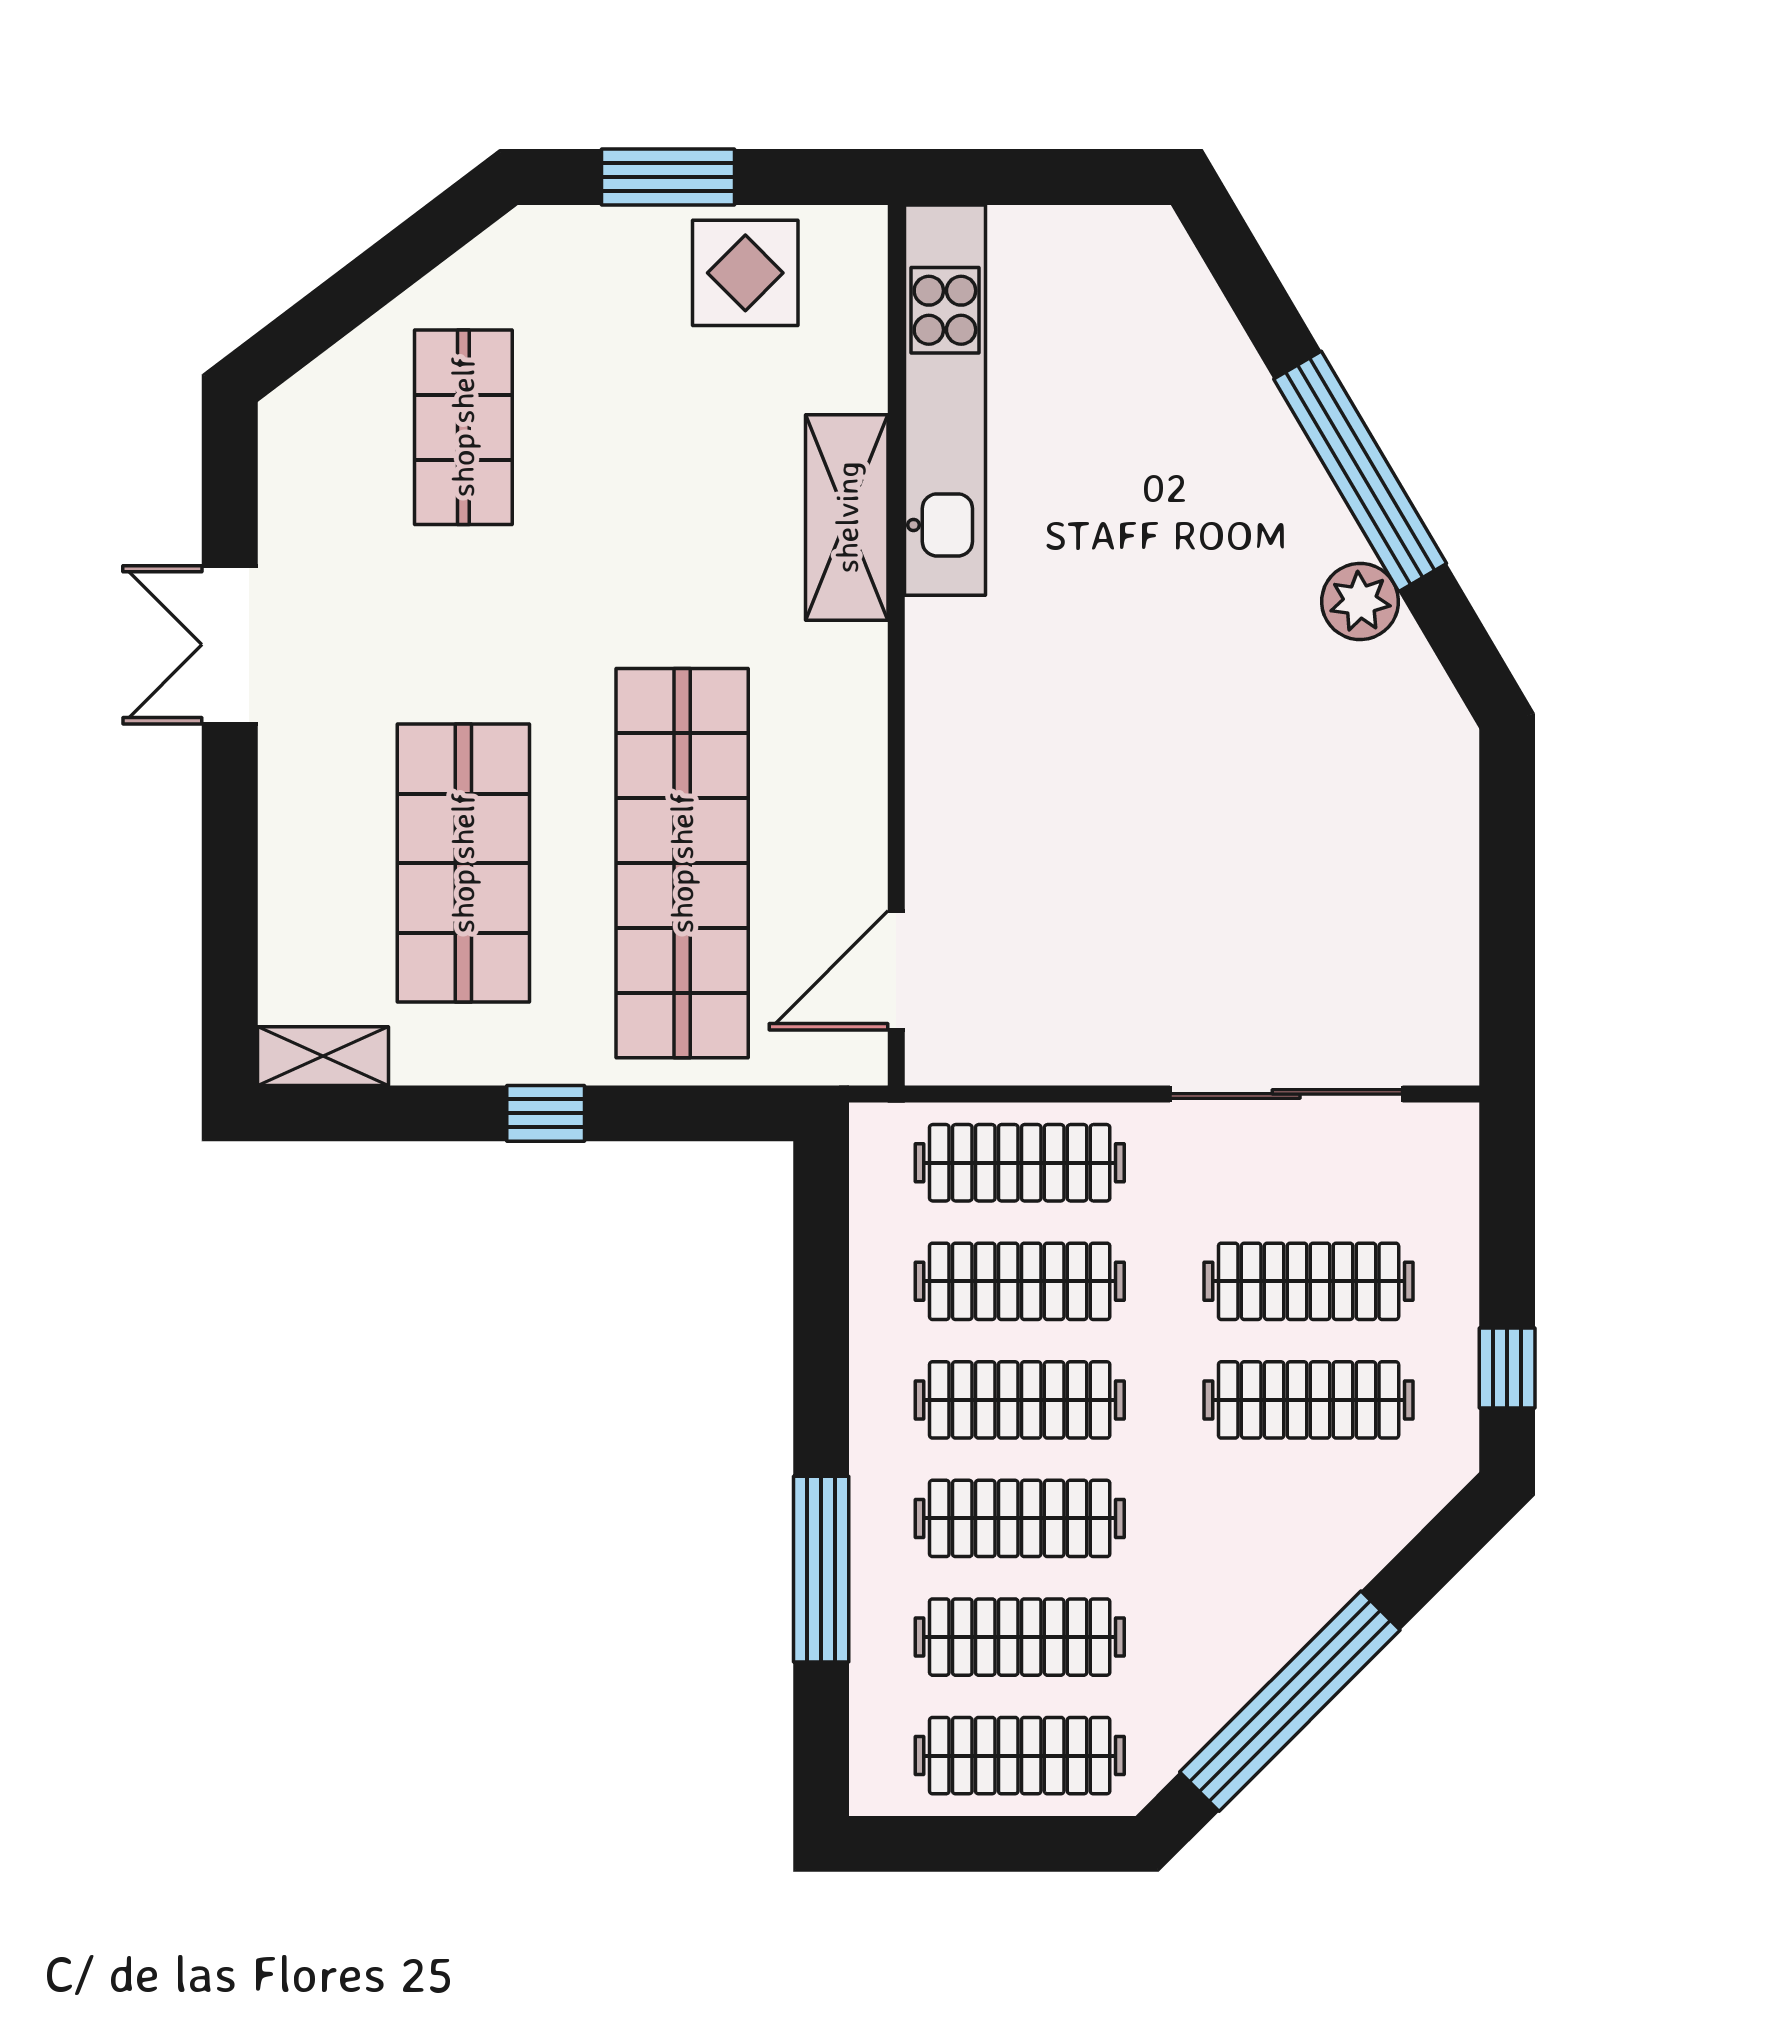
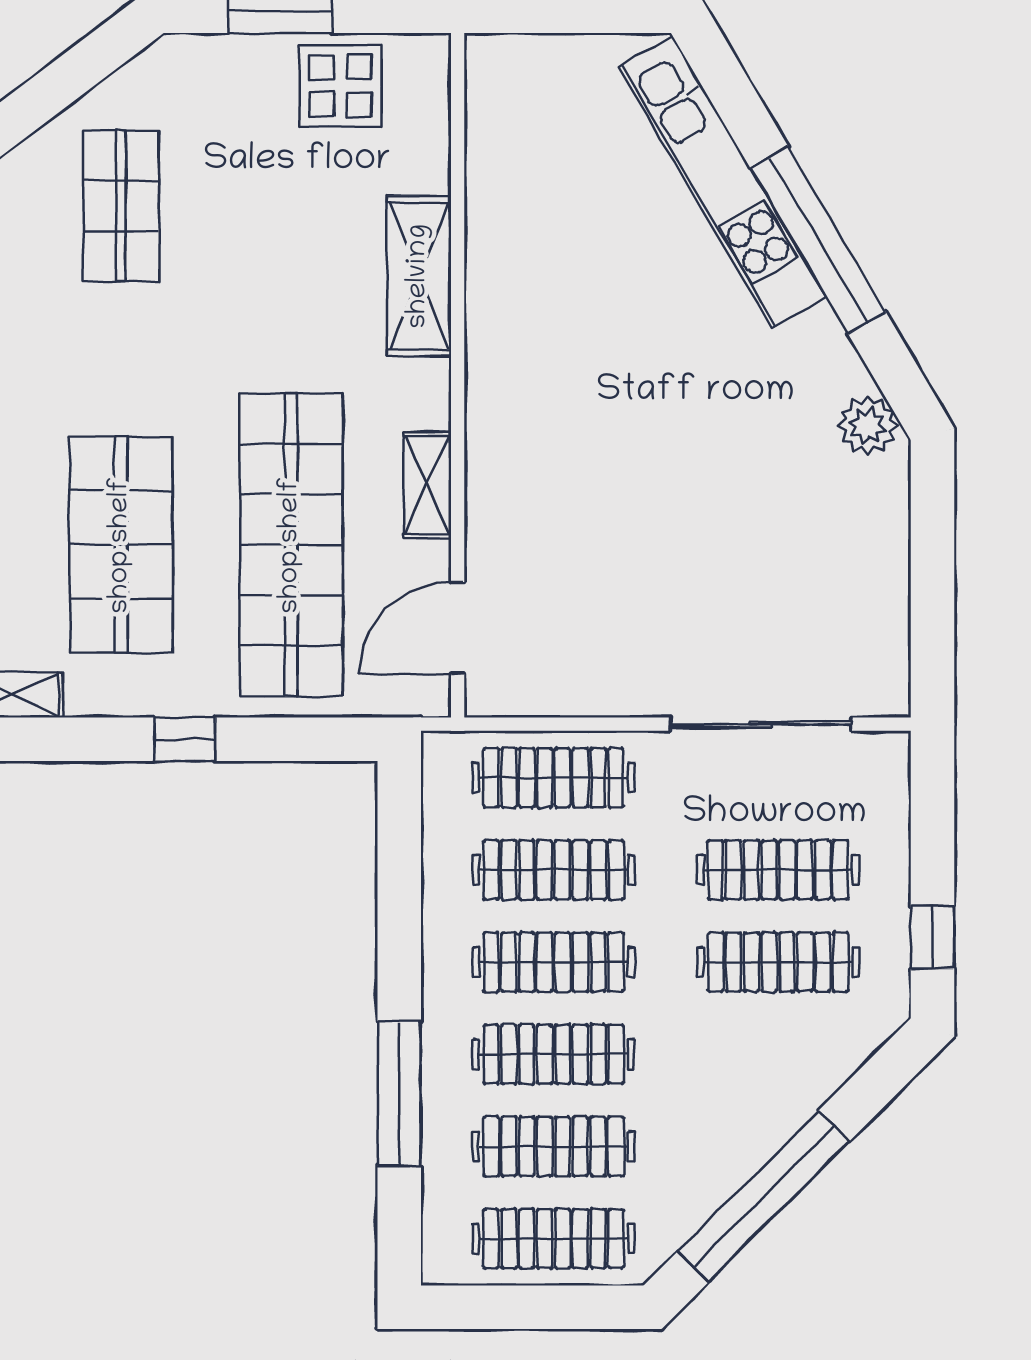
kitchen unit: (945, 400) -> (722, 182), moved, turned 150
plant: (1360, 601) -> (868, 425), moved
shelving: (857, 787) -> (427, 485), added

